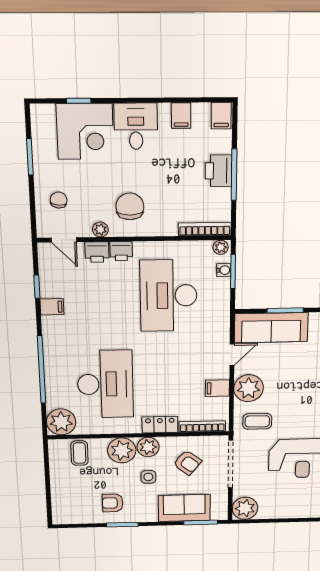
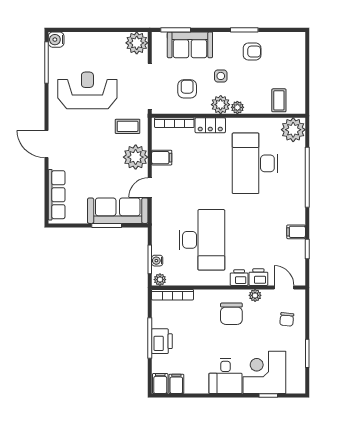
filing cabinet: (181, 116) -> (176, 384), moved
plant: (122, 450) -> (237, 107), width x0.53, depth x0.53
armchair: (187, 463) -> (187, 89), turned 52

